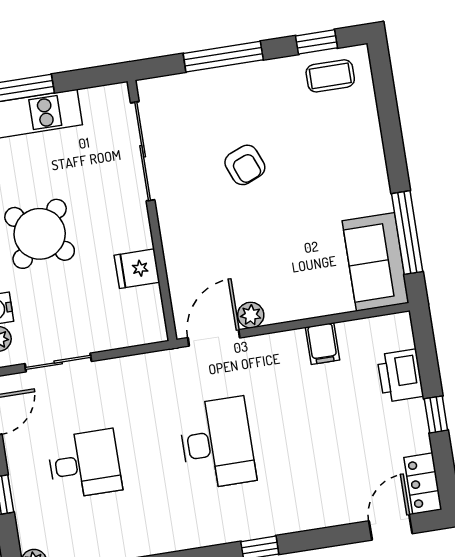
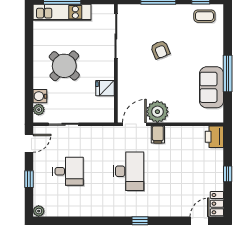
window: (407, 233) -> (228, 73), moved
sofa: (376, 262) -> (212, 87), moved
plant: (251, 315) -> (157, 112), width x1.88, depth x1.88
filing cabinet: (322, 344) -> (158, 134), moved
printer: (400, 376) -> (214, 137), moved

